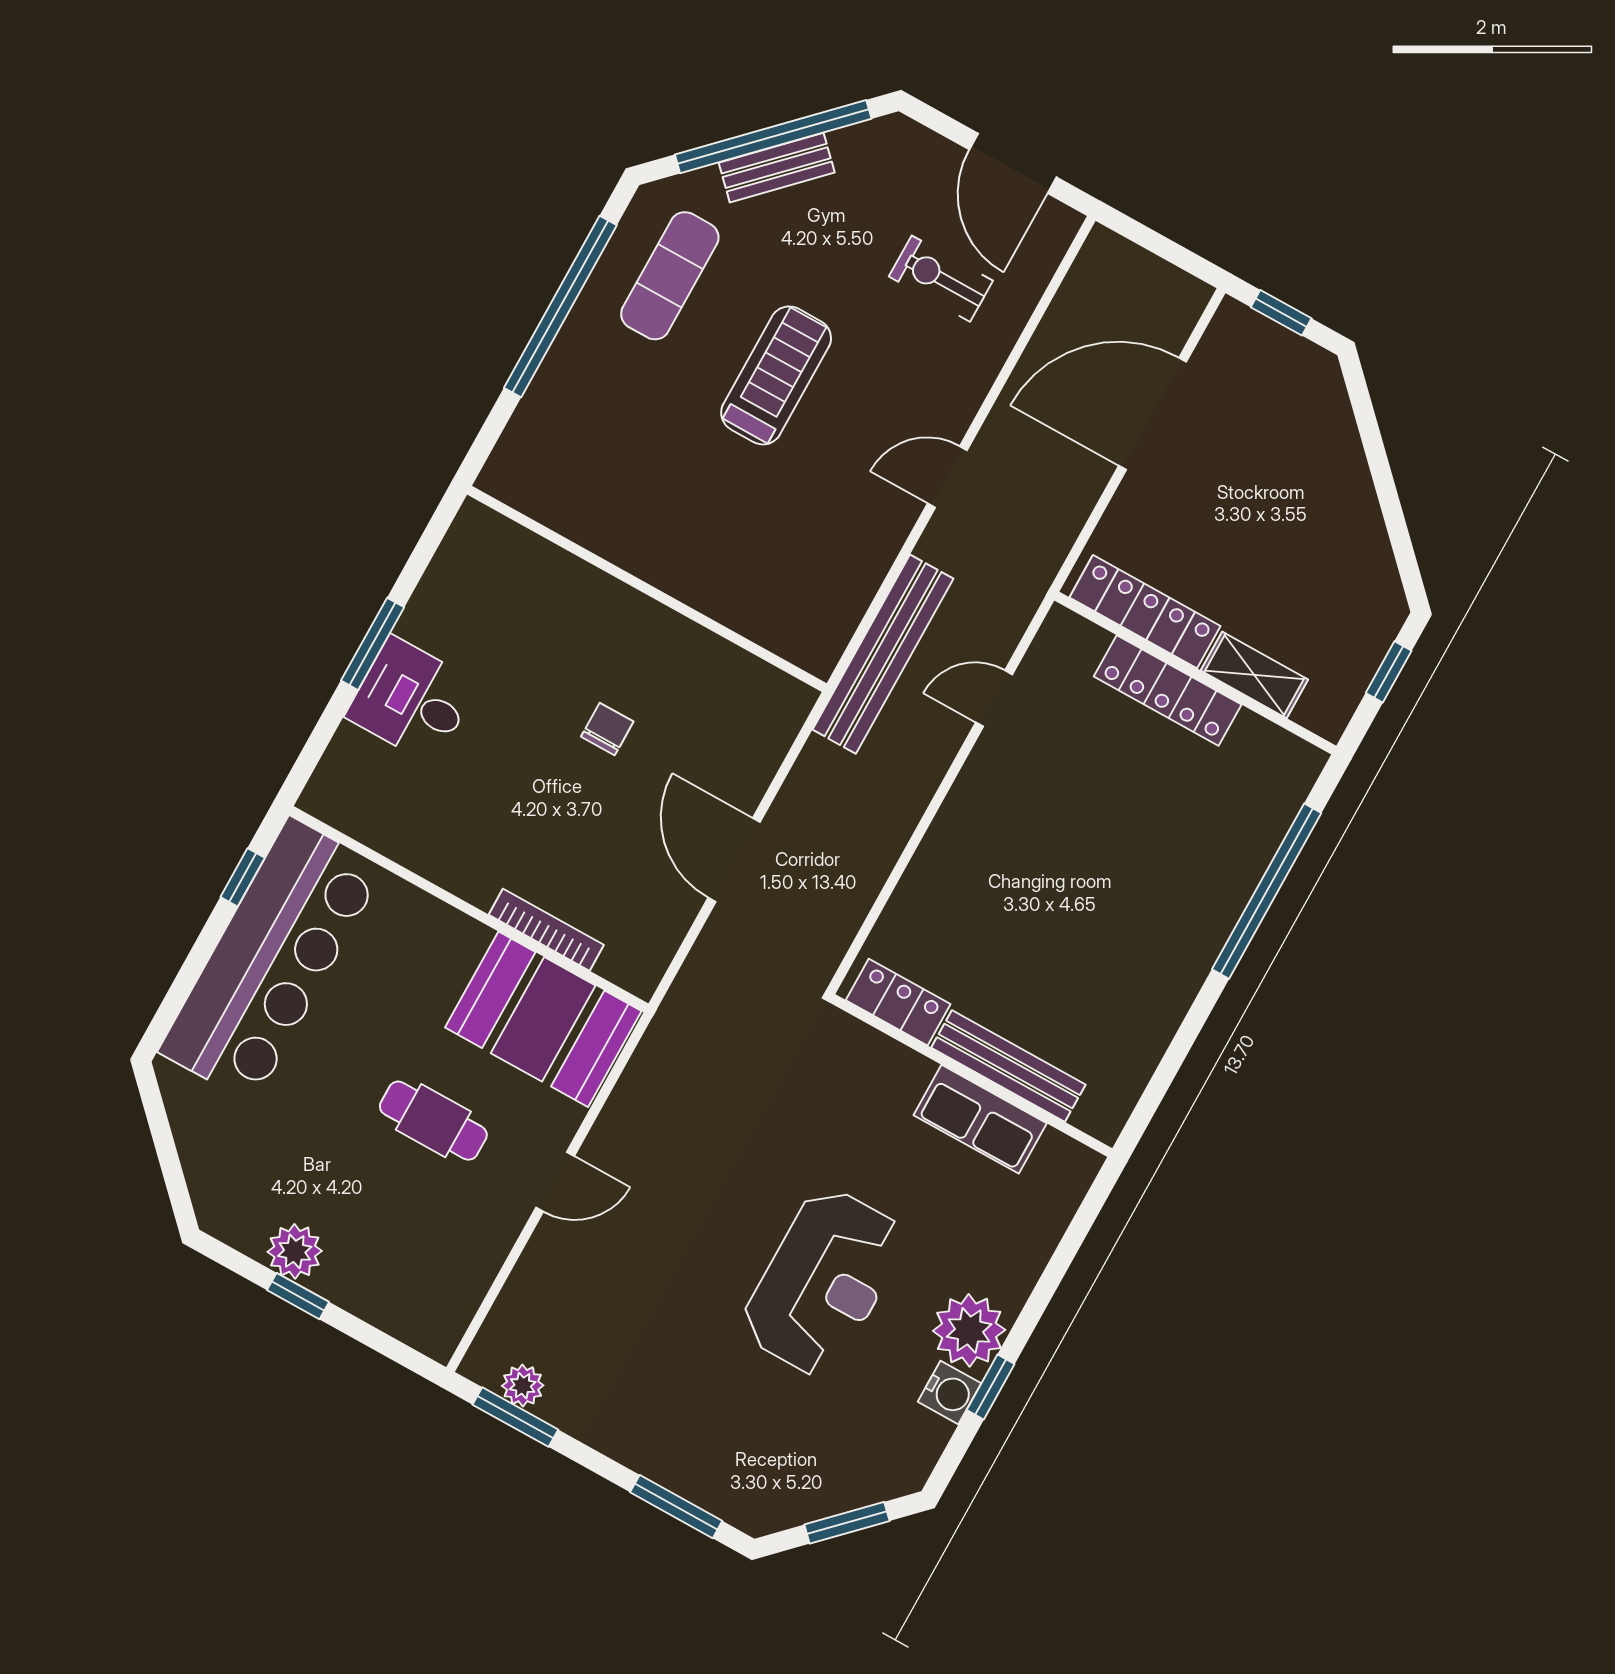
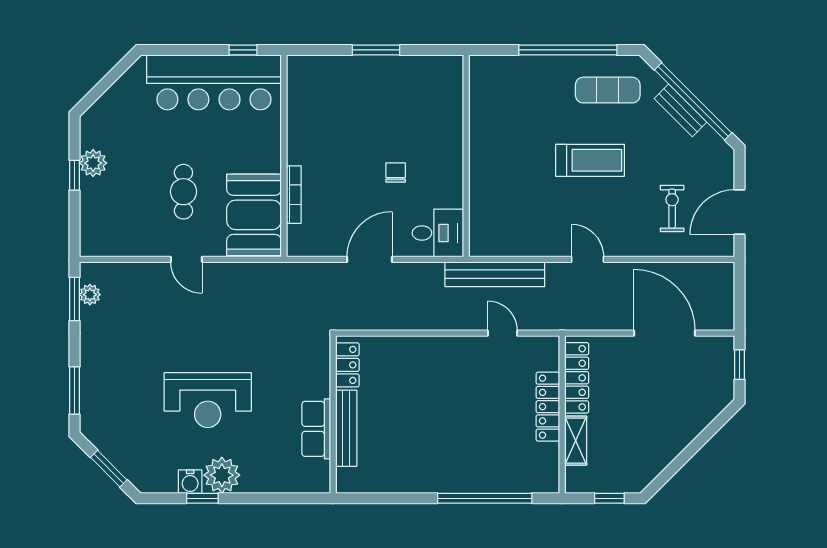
desk: (412, 700) -> (438, 233), moved, turned 90
chair: (607, 729) -> (396, 173), turned -90

